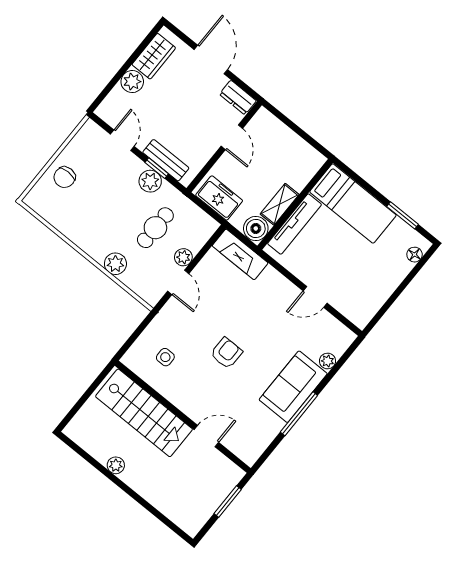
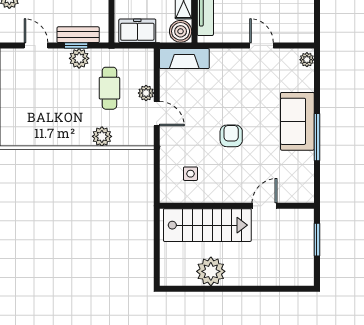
chair: (64, 177) -> (17, 105), removed
door: (315, 297) -> (262, 46), swing flipped
plant: (328, 361) -> (307, 60), moved
plant: (116, 465) -> (211, 271), width x1.88, depth x1.88

